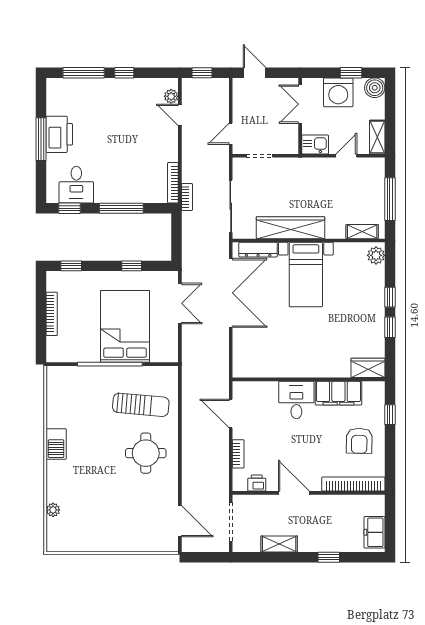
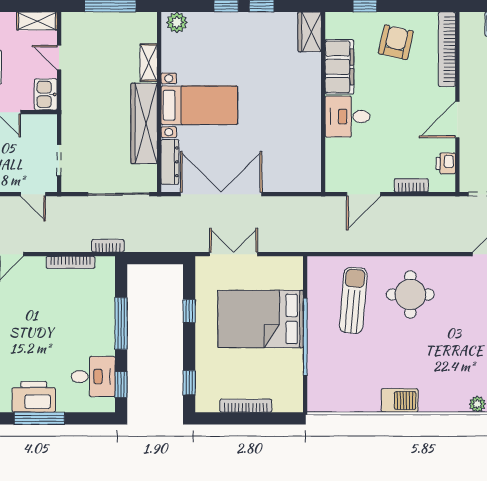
bookcase: (173, 183) -> (71, 262), moved
shelving: (362, 232) -> (149, 63), moved
armchair: (359, 441) -> (396, 42), turned -78

